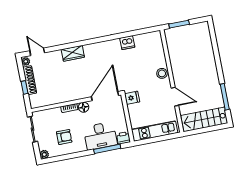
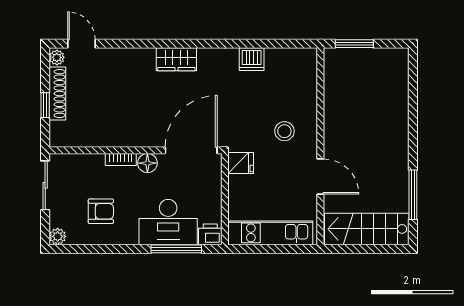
wardrobe: (73, 53) -> (176, 59), moved
stool: (162, 73) -> (284, 131), moved

